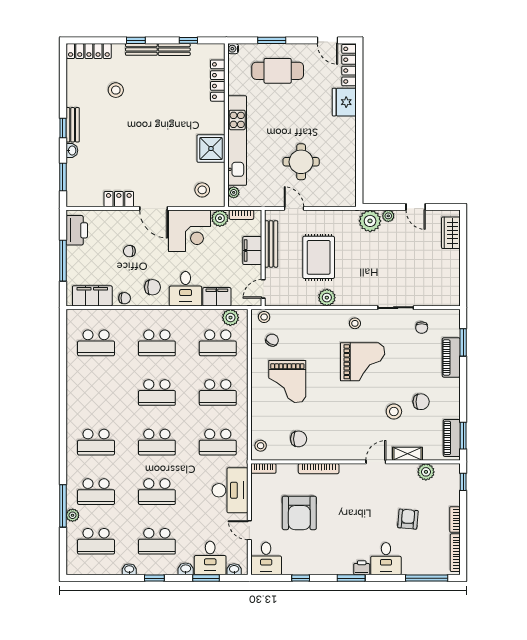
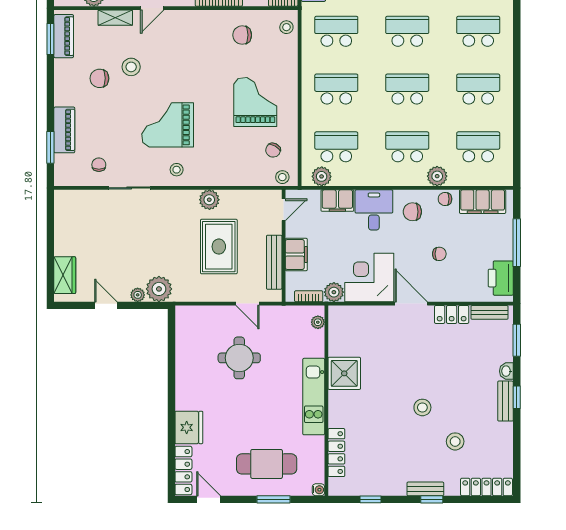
bench: (174, 49) -> (489, 312), moved
kitchen unit: (237, 141) -> (314, 397), width x0.73
stool: (202, 190) -> (422, 407), moved
plant: (131, 318) -> (437, 176), added
school desk: (96, 392) -> (478, 89), added

